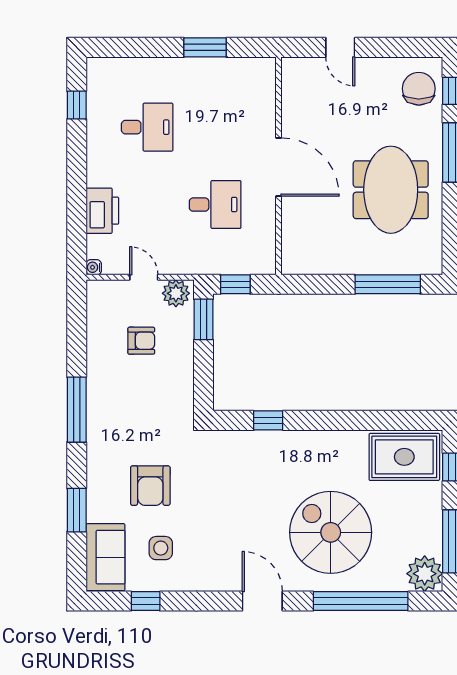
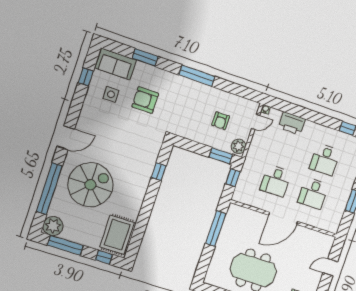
desk: (215, 127) -> (313, 193), added
door: (144, 277) -> (256, 122), moved
window: (388, 284) -> (216, 229), moved

